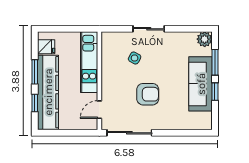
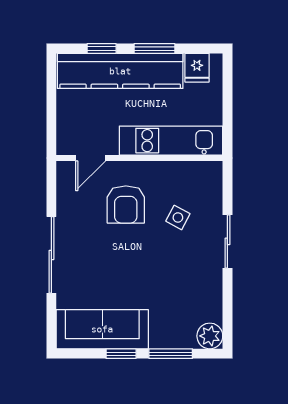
sofa: (201, 84) -> (102, 329), moved
armchair: (148, 94) -> (126, 204), moved
door: (99, 110) -> (91, 158), swing flipped
sliding door: (129, 133) -> (51, 255), moved

